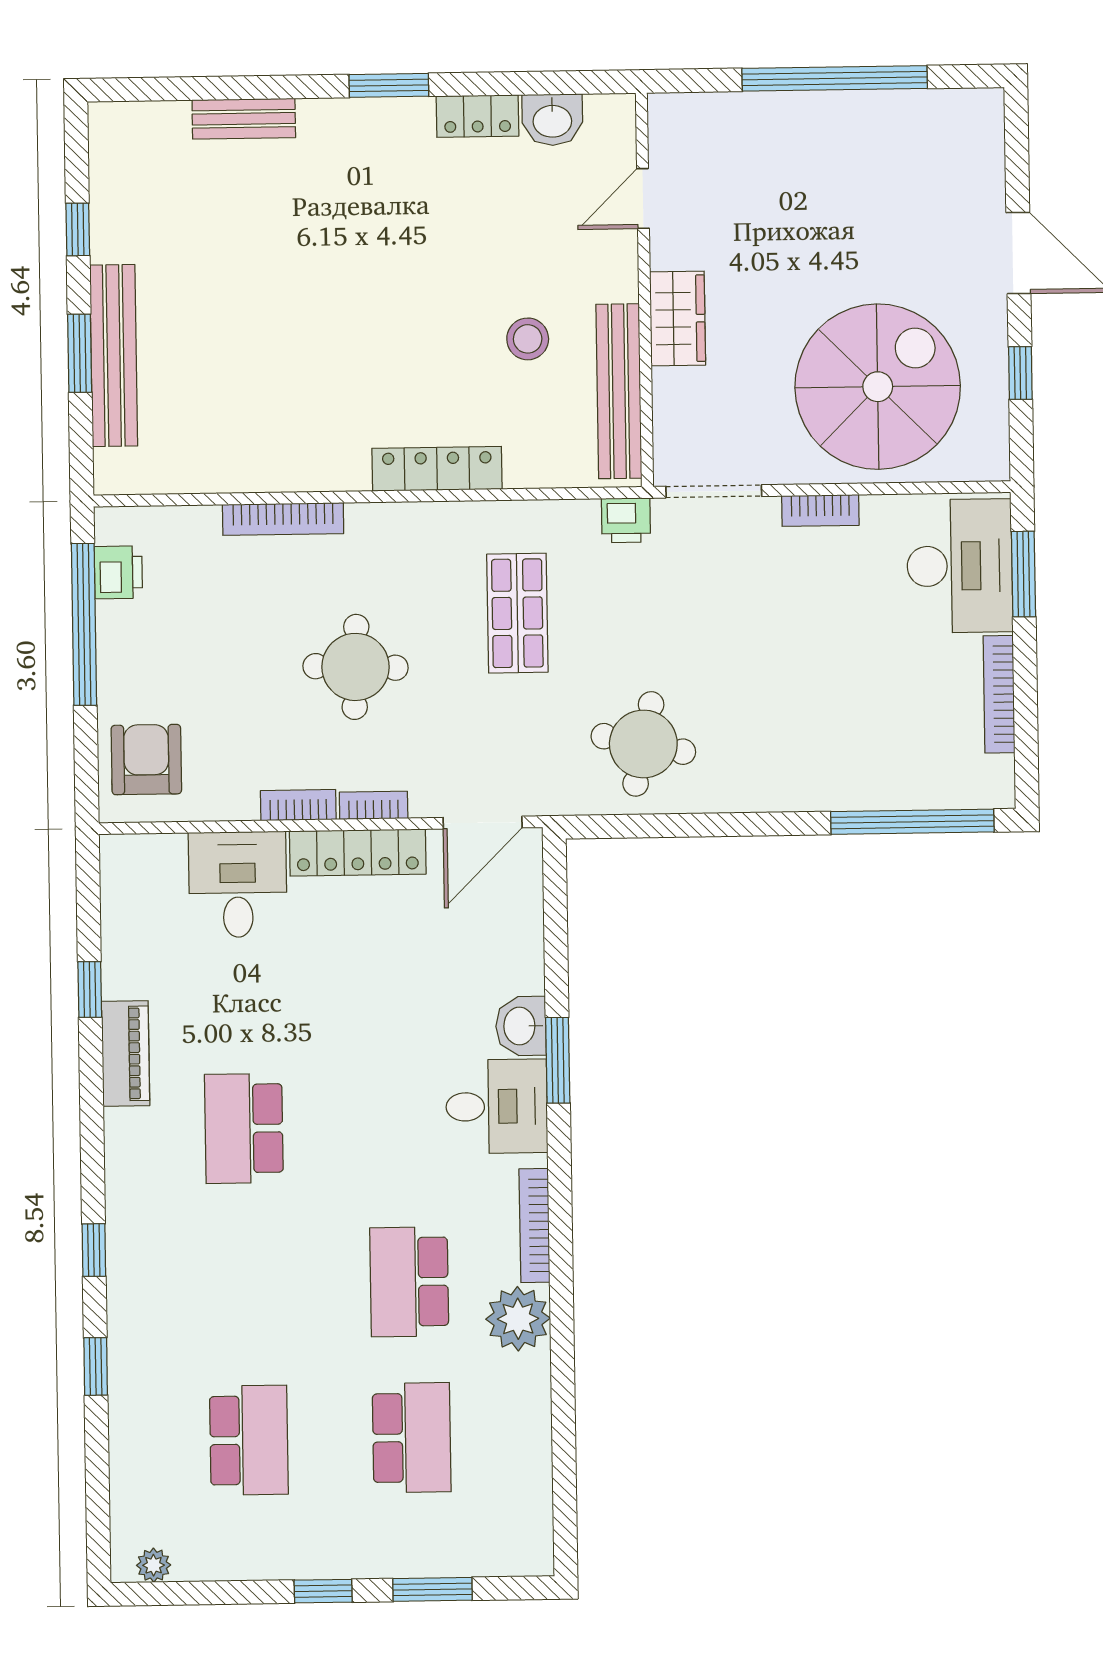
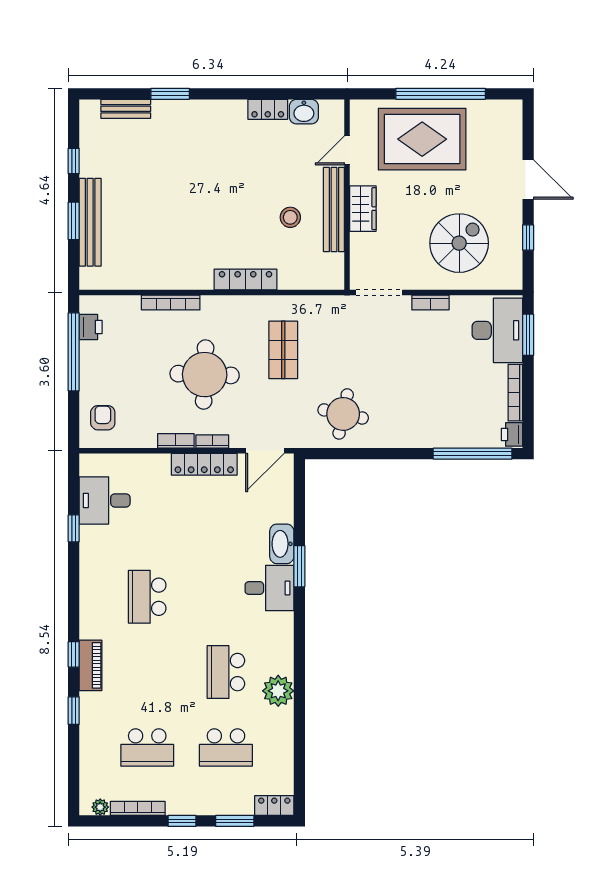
window: (389, 85) -> (170, 94), moved
bench: (244, 119) -> (126, 109), moved
rug: (798, 173) -> (422, 139), added
spiral stairs: (878, 387) -> (459, 243), width x0.73, depth x0.73
bench: (619, 391) -> (334, 210), moved
printer: (626, 520) -> (512, 434), moved, turned 90
round table: (356, 667) -> (205, 375), width x1.36, depth x1.36
armchair: (146, 760) -> (103, 418), width x0.72, depth x0.72
desk: (238, 885) -> (105, 500), moved, turned -90
washbasin: (521, 1026) -> (282, 544), width x1.38
piano: (126, 1054) -> (91, 665), moved
bookcase: (534, 1225) -> (138, 808), moved, turned 90
school desk: (412, 1438) -> (226, 747), turned 90
school desk: (249, 1440) -> (147, 747), turned 90
locker: (514, 1556) -> (274, 806), added

